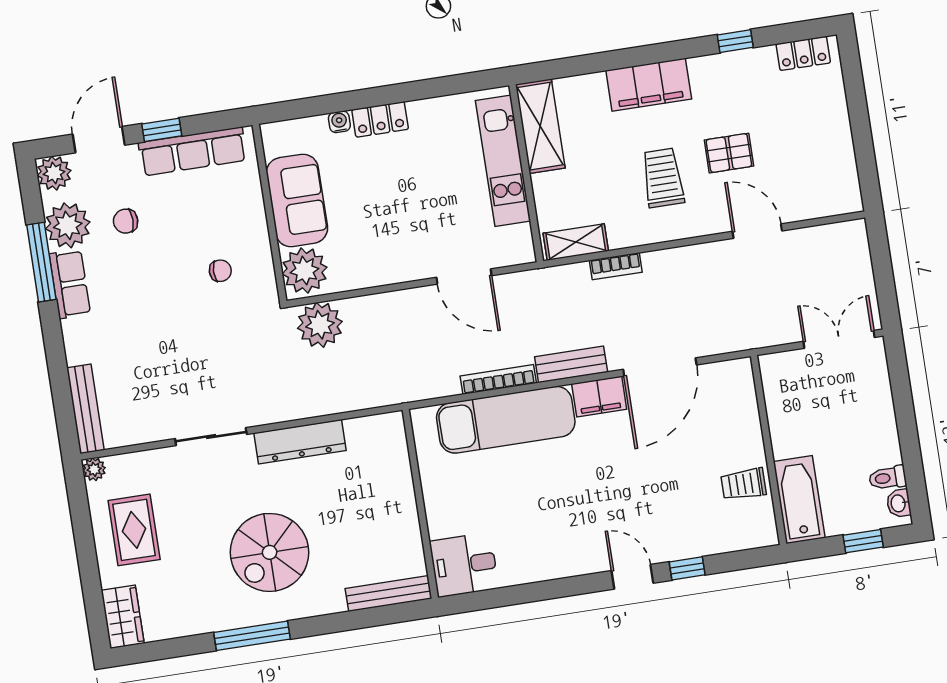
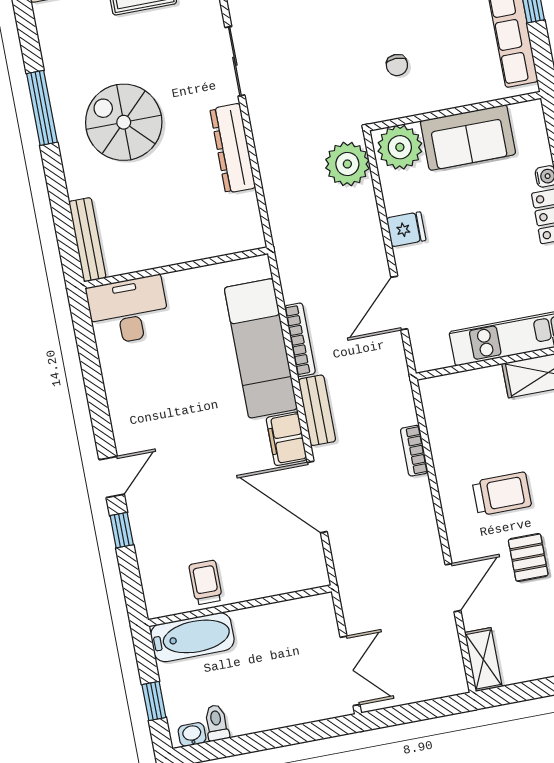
shelving: (576, 242) -> (483, 660), moved
fridge: (389, 267) -> (406, 229), added
desk: (464, 565) -> (128, 310), width x1.37

